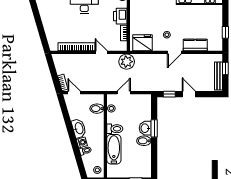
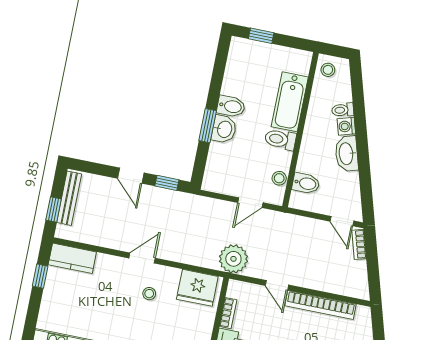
kitchen counter: (195, 45) -> (72, 258), moved

